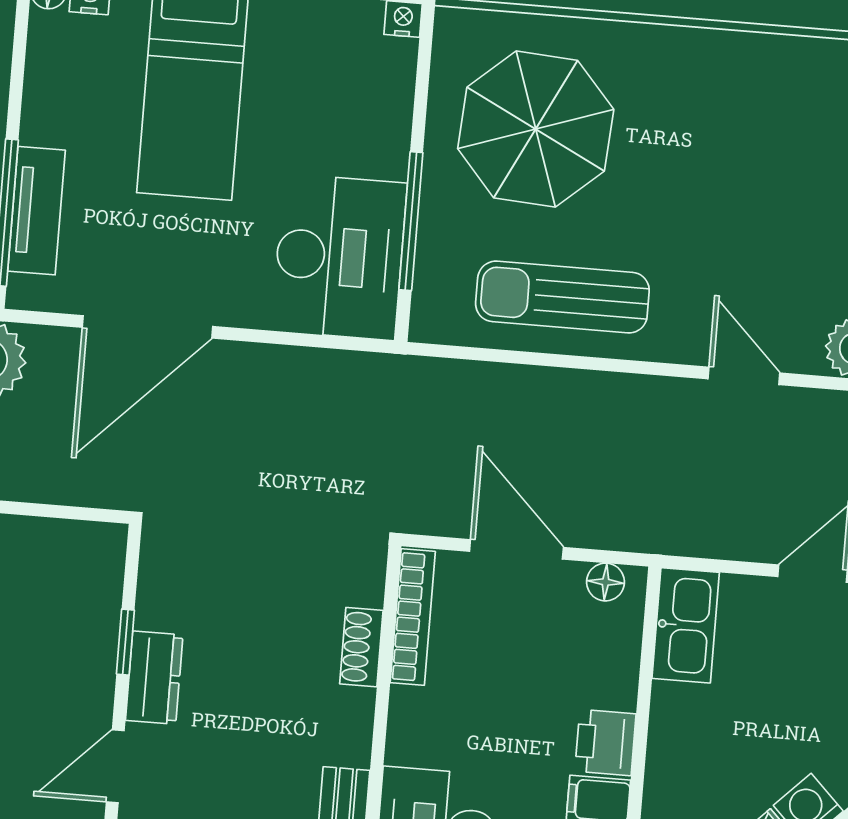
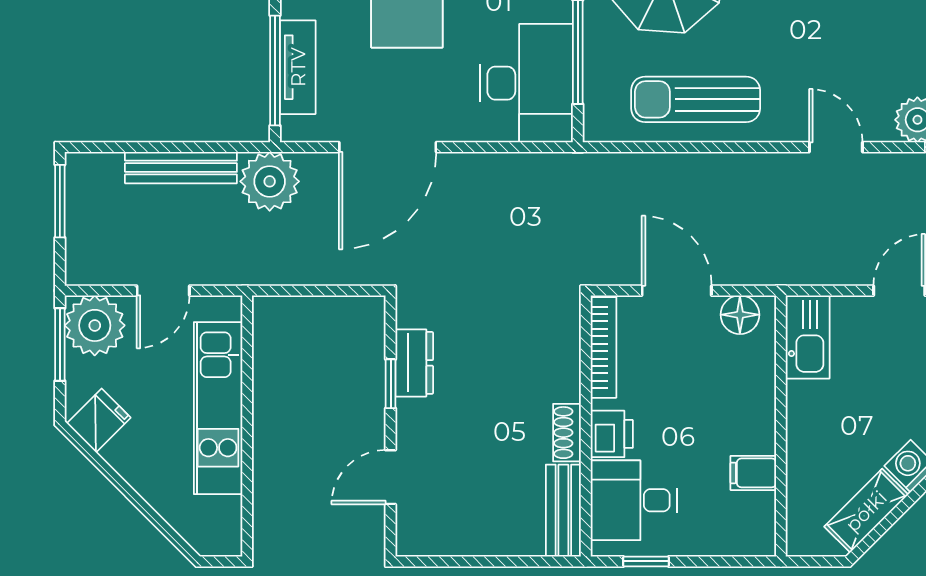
floor lamp: (606, 582) -> (740, 315), width x1.37, depth x1.37
shoe rack: (361, 647) -> (567, 433), moved
dresser: (154, 678) -> (414, 363), moved
printer: (605, 743) -> (612, 434), moved, turned 180

